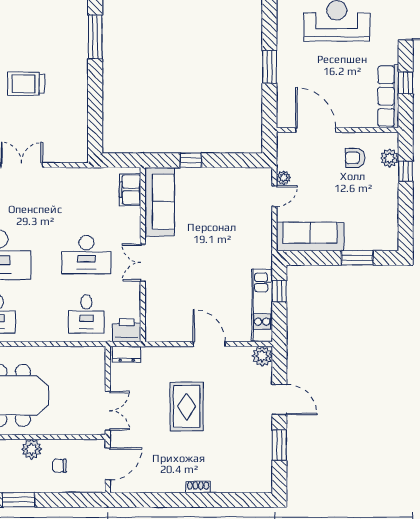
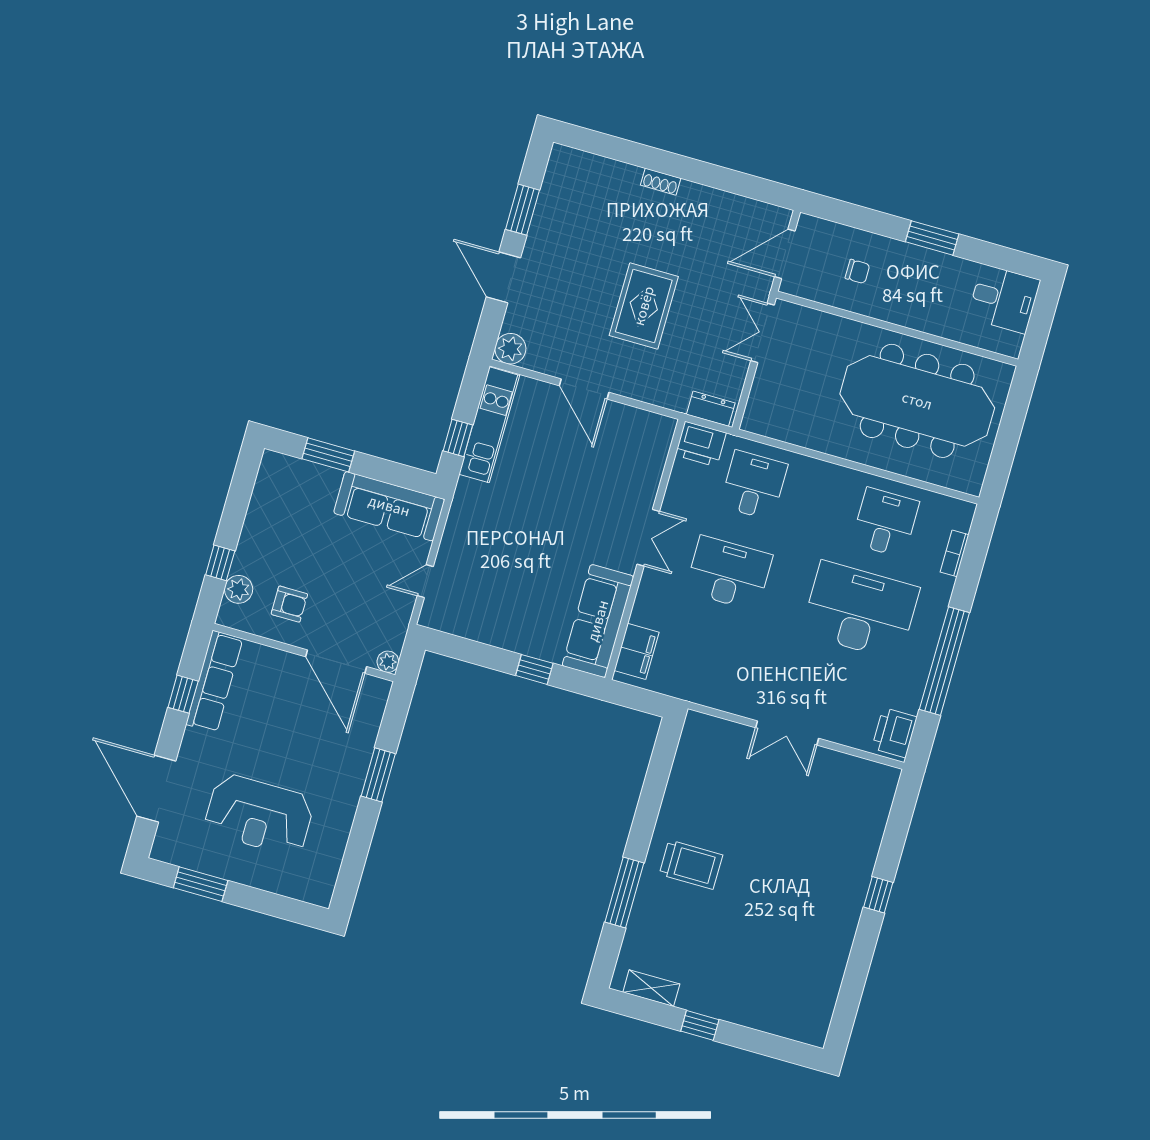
trolley: (26, 84) -> (691, 865), moved
plant: (283, 178) -> (388, 662), moved
plant: (31, 449) -> (892, 308), removed

